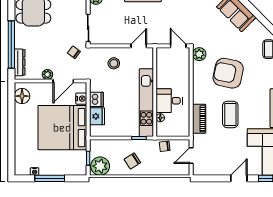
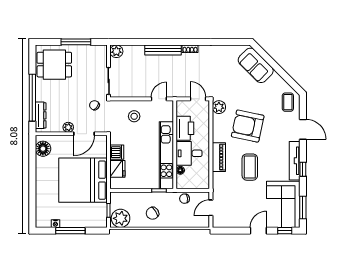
printer: (165, 75) -> (185, 128), added
nightstand: (81, 99) -> (102, 151), removed
piano: (199, 119) -> (219, 157), moved

